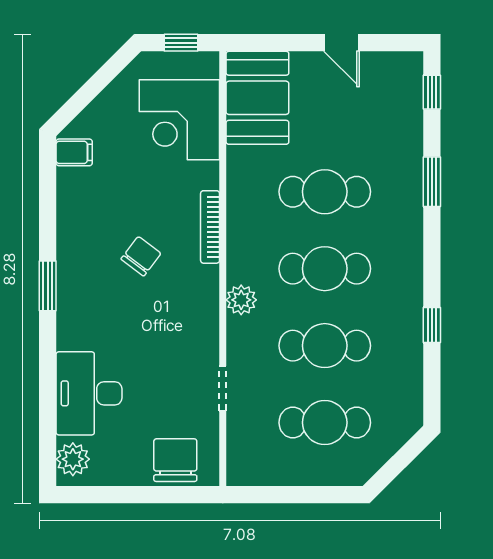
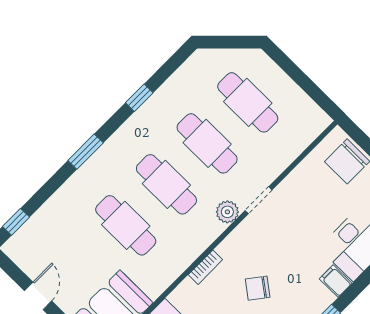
window: (432, 182) -> (86, 152), moved
bookcase: (210, 227) -> (205, 267), width x0.64
filing cabinet: (74, 336) -> (336, 281), added
doorway: (223, 388) -> (259, 200), moved

